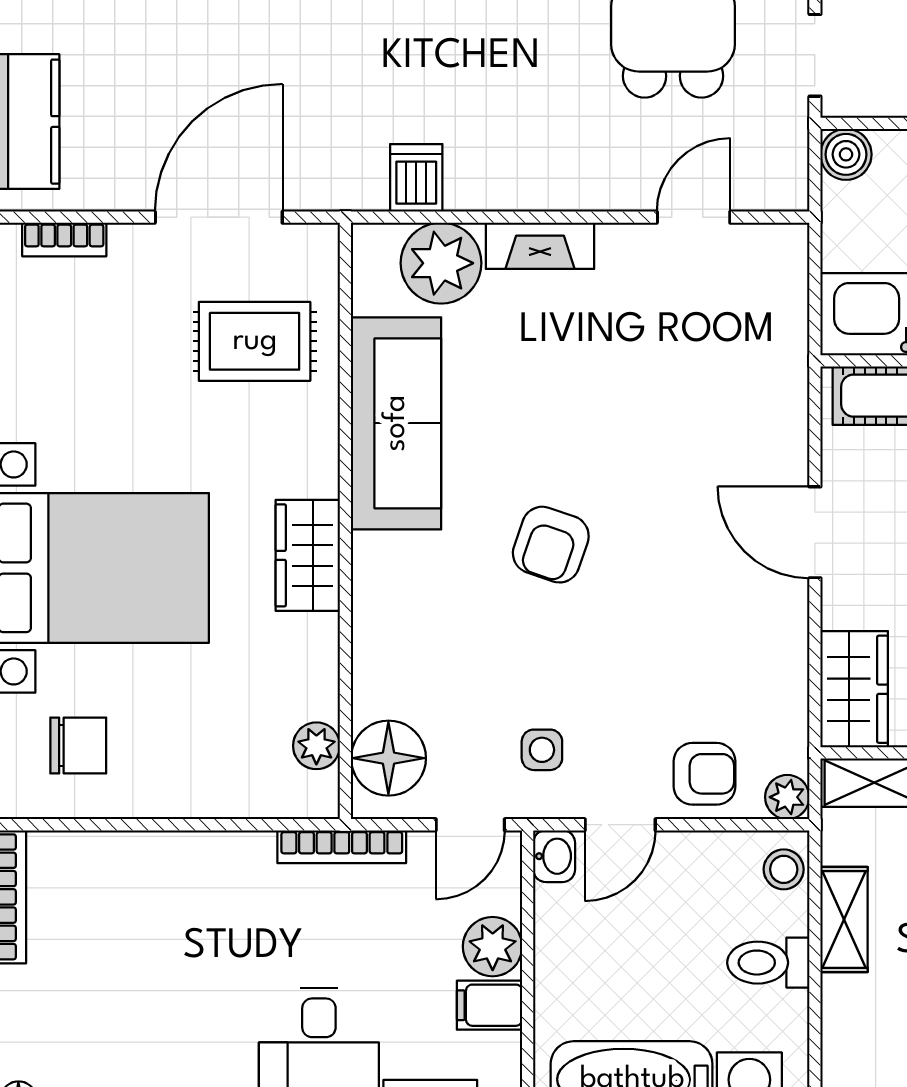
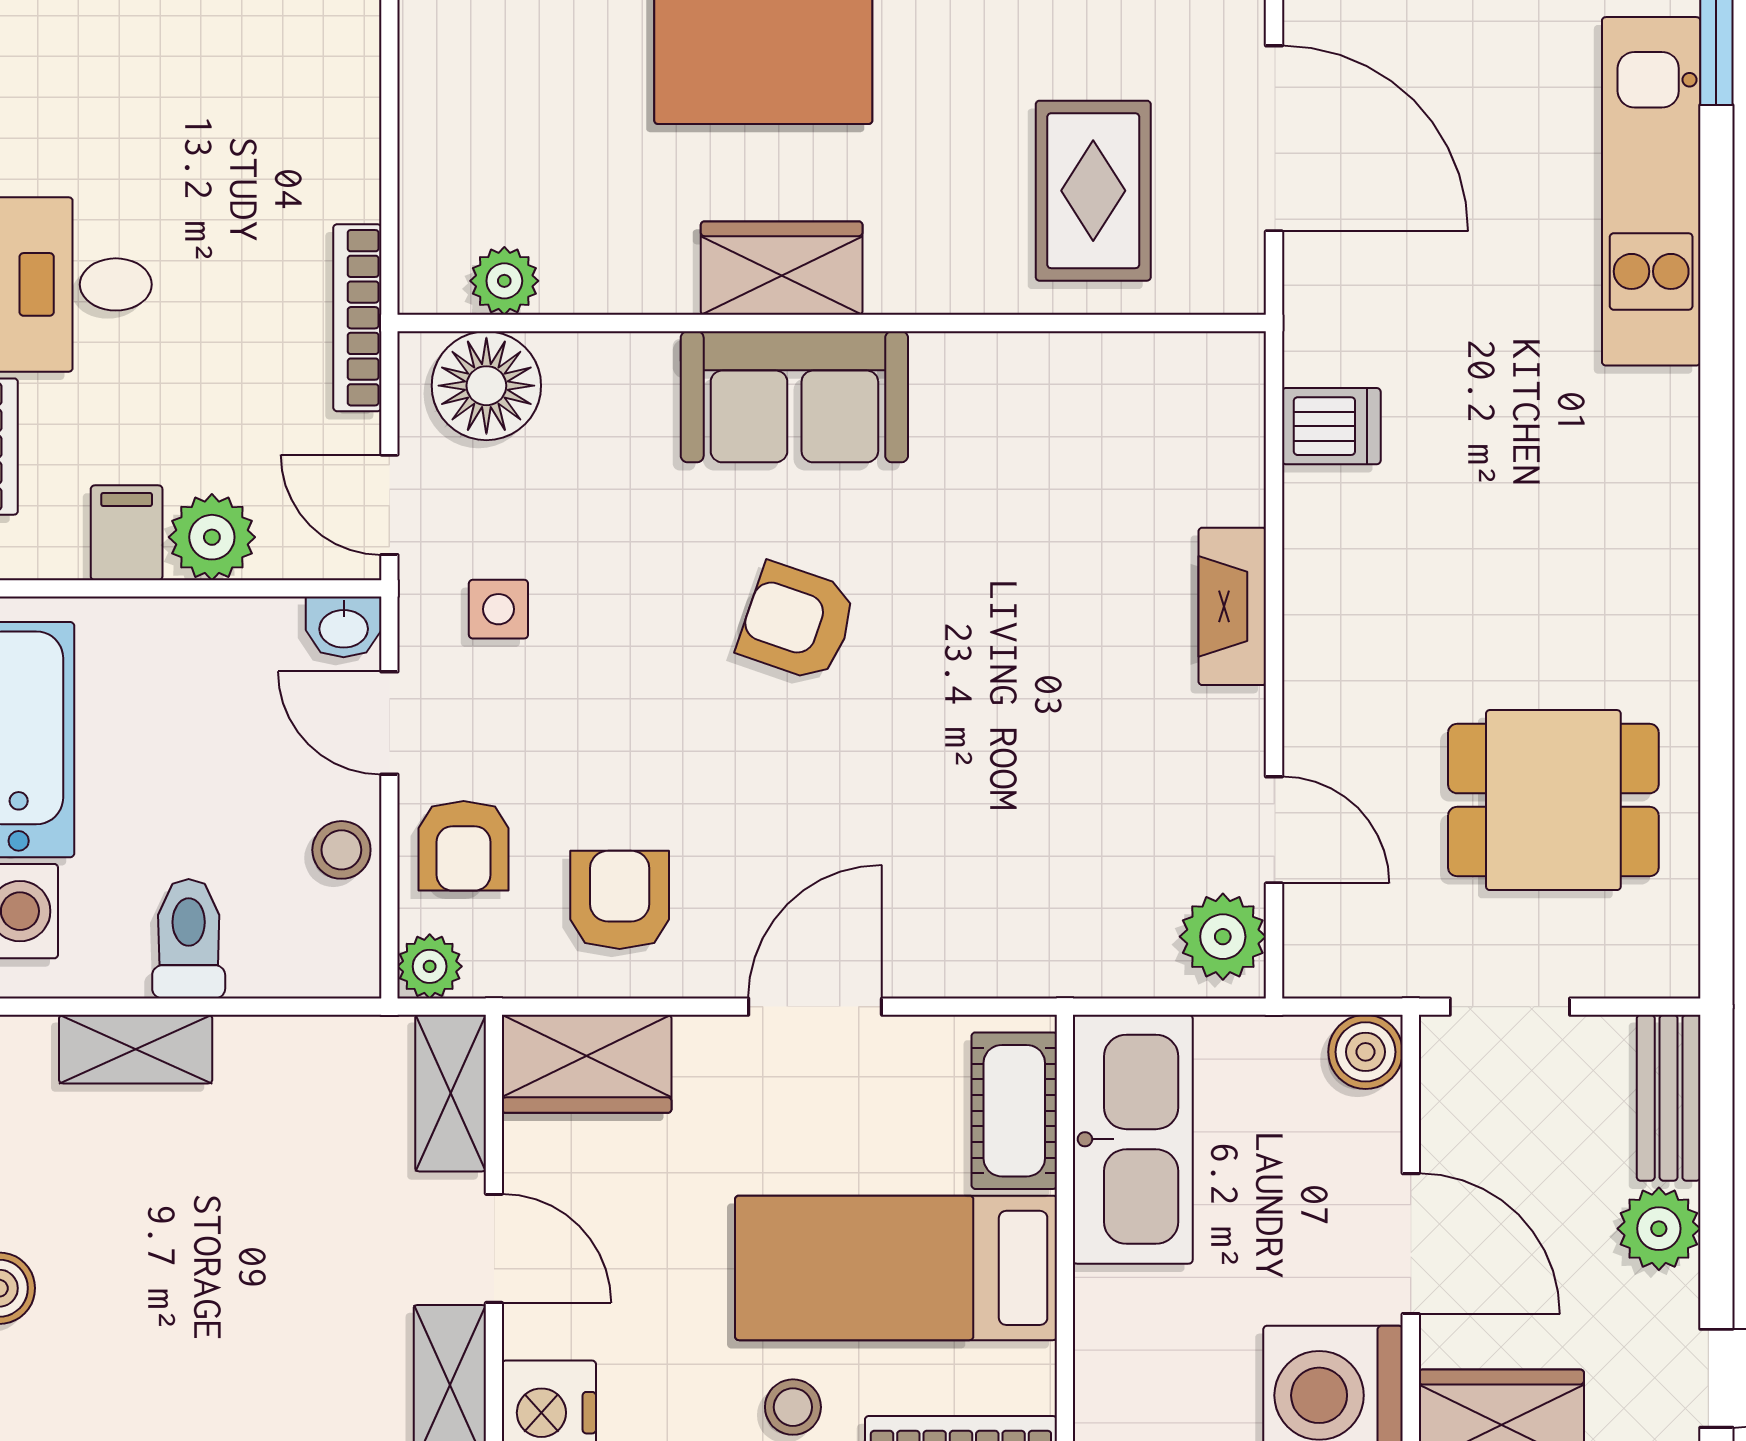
plant: (441, 263) -> (1223, 937), moved, width x0.73, depth x0.73
sofa: (396, 423) -> (794, 397), moved, width x0.73
armchair: (742, 667) -> (620, 900), added
stool: (784, 869) -> (341, 850), moved
shelving: (844, 919) -> (136, 1049), moved

